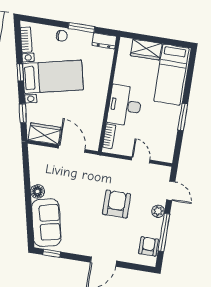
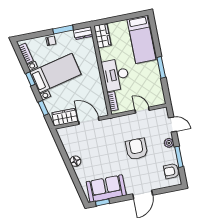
wardrobe: (146, 50) -> (102, 36), moved, turned -90
sofa: (46, 223) -> (106, 189), moved, turned -77
window: (164, 232) -> (179, 157), width x0.69
armchair: (149, 246) -> (171, 171), turned -90

